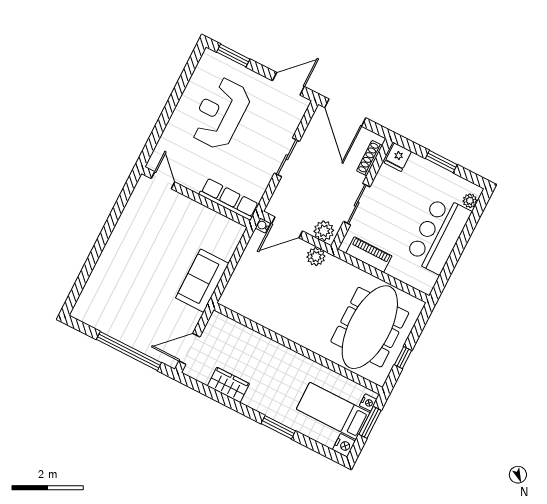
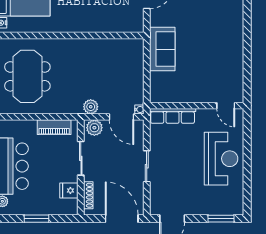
reception desk: (220, 113) -> (221, 159), moved
fridge: (398, 157) -> (69, 190), moved, turned -90
door: (287, 227) -> (122, 117), swing flipped
meeting table: (370, 327) -> (27, 76), width x0.73

